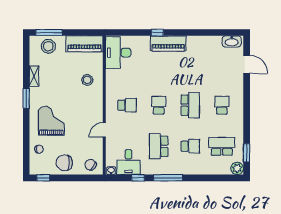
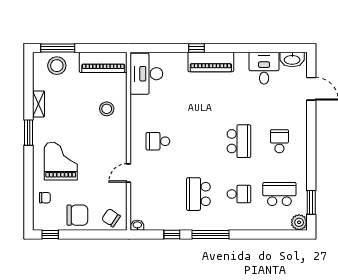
school desk: (127, 105) -> (158, 141), turned 180
school desk: (159, 105) -> (198, 141), removed
desk: (128, 162) -> (264, 68), moved, turned 180
chair: (64, 163) -> (77, 215), turned 180

